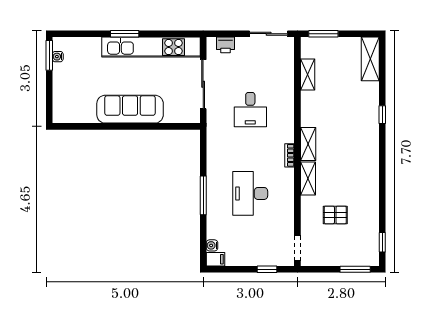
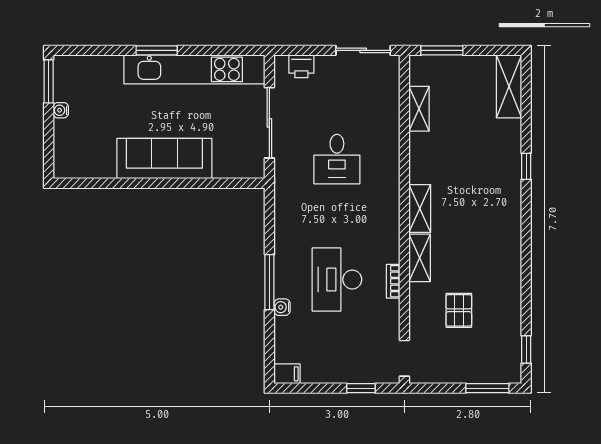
water cooler: (58, 57) -> (61, 110), moved
bookcase: (290, 155) -> (393, 281), moved
pallet: (335, 215) -> (459, 310), turned 90
water cooler: (212, 245) -> (282, 307), moved

